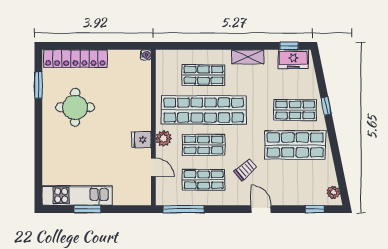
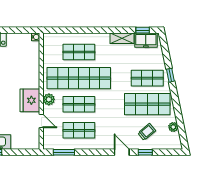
shelving: (248, 57) -> (122, 38), moved
fridge: (141, 140) -> (30, 100), width x1.88, depth x1.34
trolley: (246, 170) -> (147, 132), moved
plant: (333, 192) -> (173, 127), moved
window: (184, 209) -> (64, 152), width x0.69
window: (315, 209) -> (145, 152), moved

